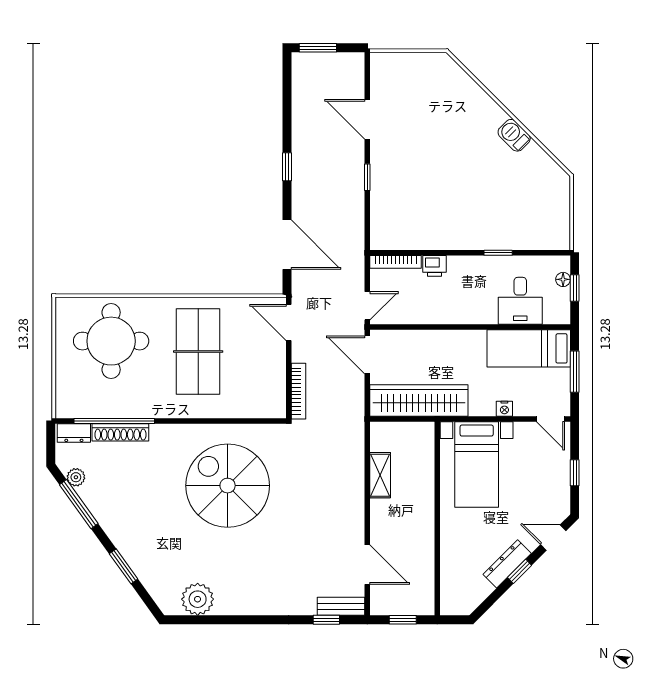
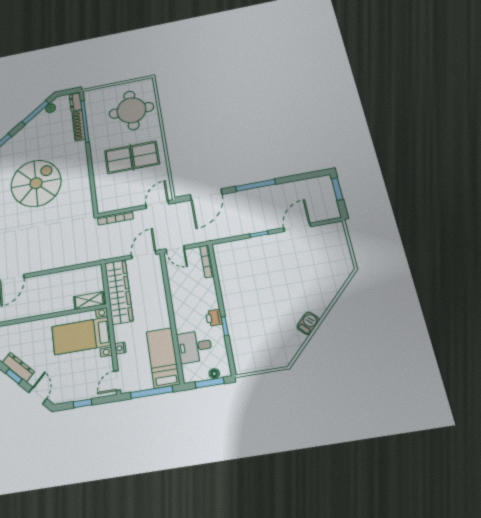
window: (287, 167) -> (256, 185), width x2.17
printer: (435, 266) -> (214, 318), moved
window: (575, 288) -> (210, 383), width x1.50
window: (575, 372) -> (152, 392), width x1.44
shelving: (380, 475) -> (89, 301), moved
spiral stairs: (228, 486) -> (36, 183), moved

